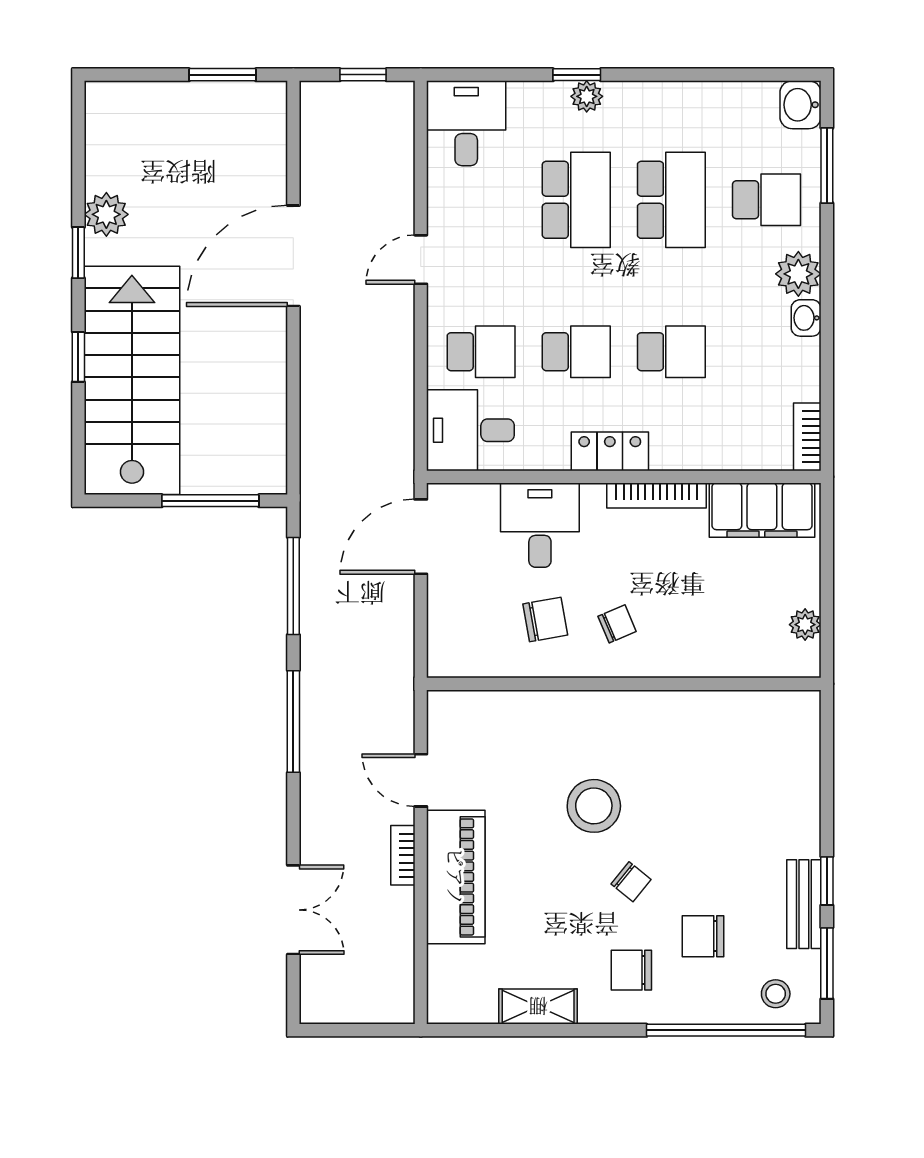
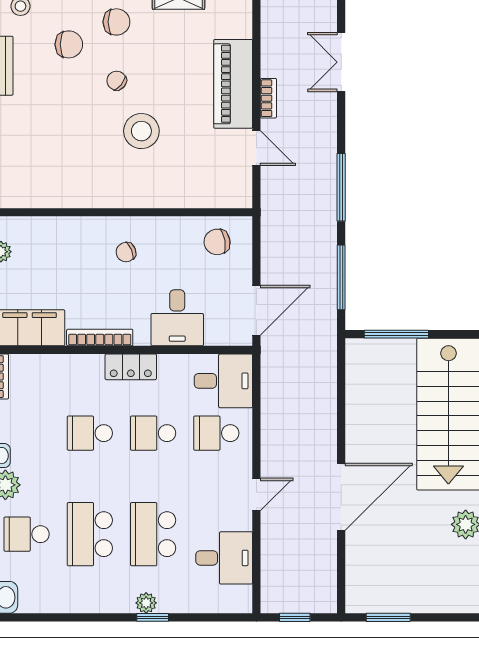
desk: (466, 123) -> (224, 558), moved, turned -90
chair: (545, 619) -> (217, 242), moved

